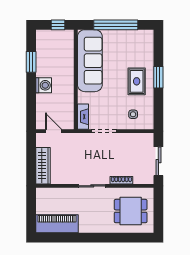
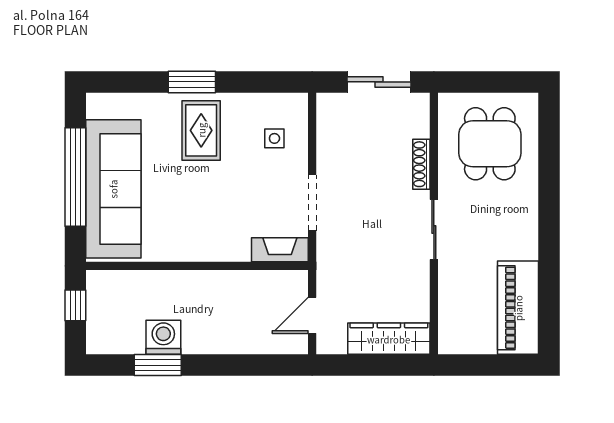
sofa: (90, 61) -> (113, 189), moved, turned 90
rug: (137, 81) -> (201, 130), turned 90
washing machine: (44, 85) -> (163, 337), moved

